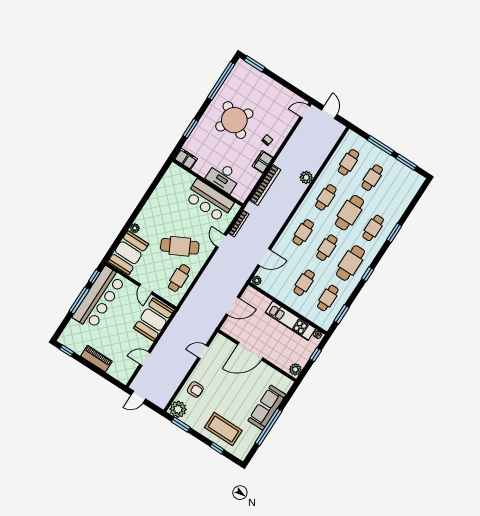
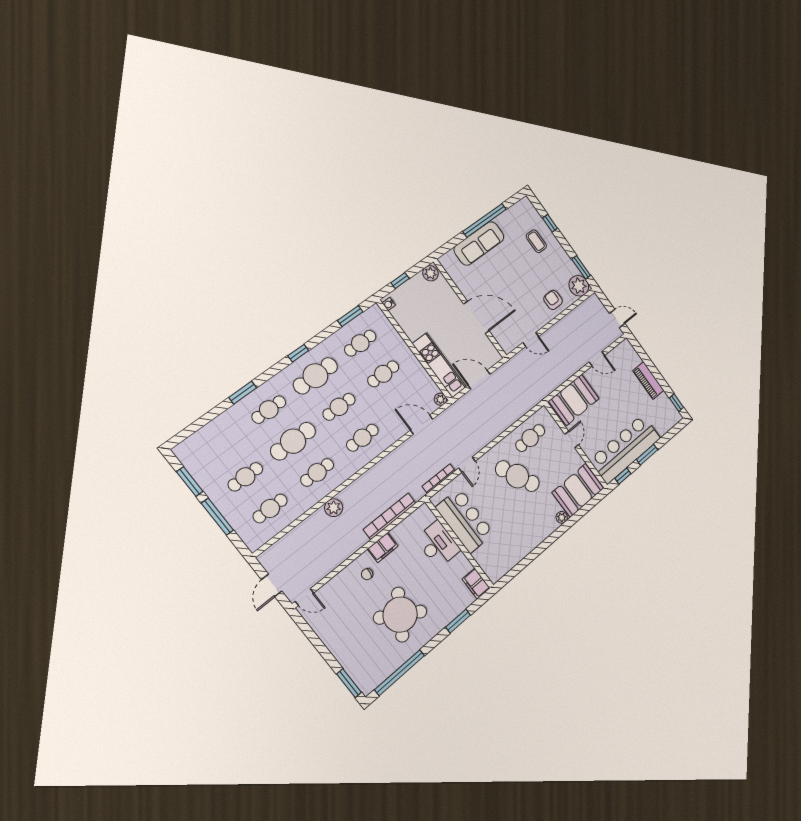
window: (79, 300) -> (647, 455), width x0.69
kitchen unit: (290, 321) -> (439, 365), moved
coffee table: (223, 429) -> (536, 241), width x0.54, depth x0.58

